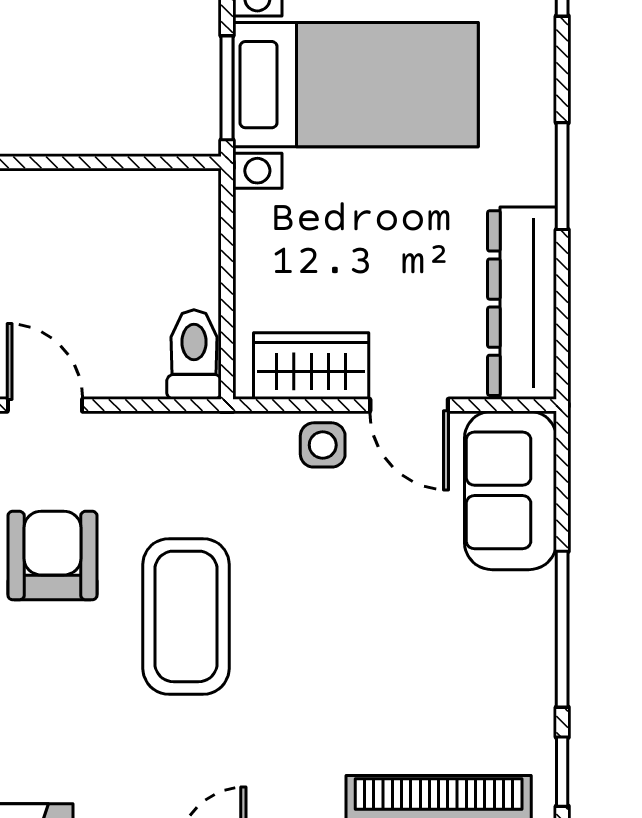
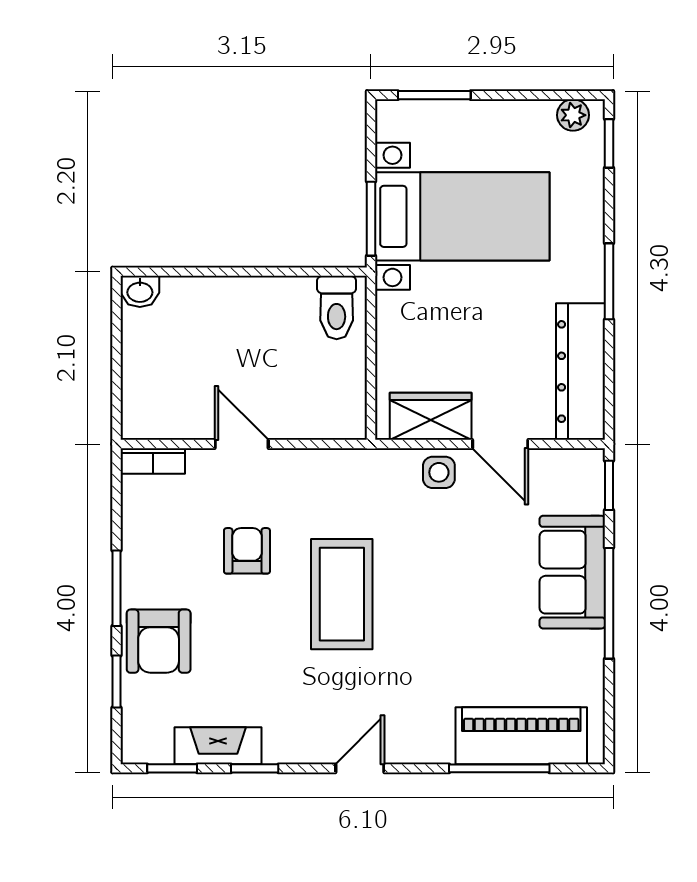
toilet: (194, 355) -> (337, 308), moved, turned 180
sofa: (510, 490) -> (572, 572), moved
armchair: (52, 556) -> (247, 551), width x0.72, depth x0.72
window: (562, 772) -> (609, 485), moved

